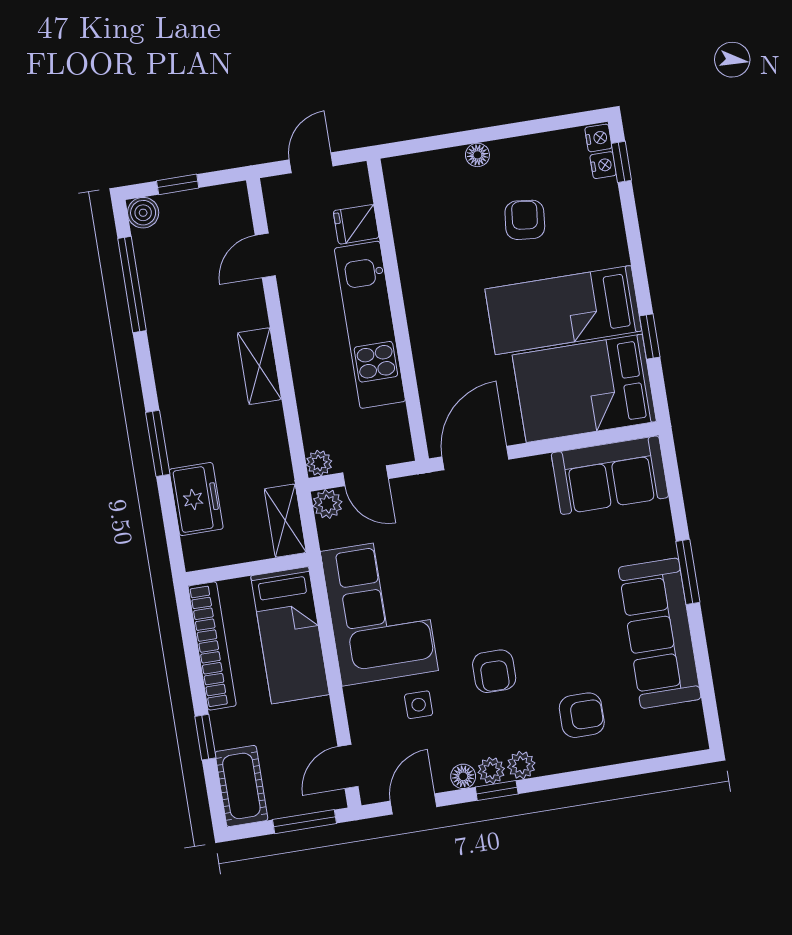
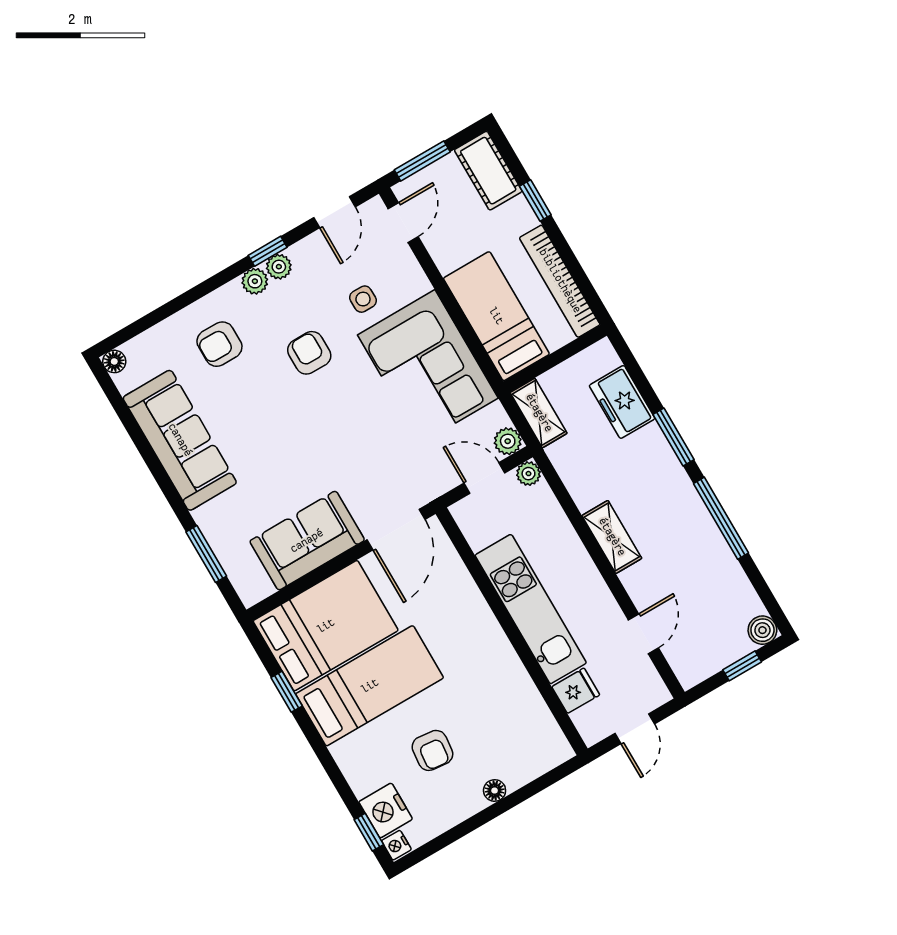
nightstand: (603, 165) -> (386, 810), width x1.89, depth x1.79
window: (132, 284) -> (721, 518), moved
sofa: (610, 475) -> (307, 541), moved
window: (688, 572) -> (206, 554), moved
floor lamp: (463, 776) -> (114, 361), moved

